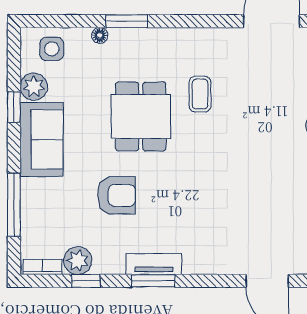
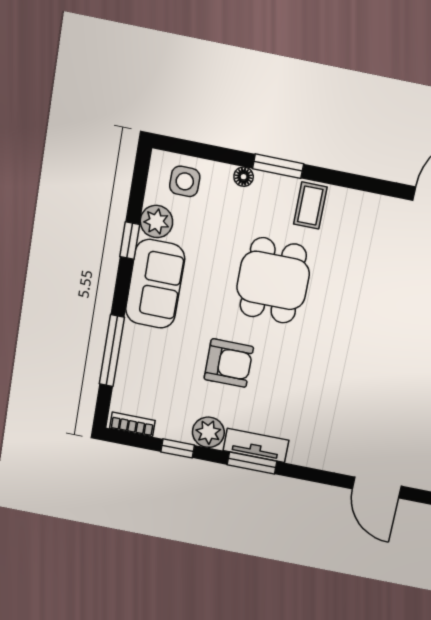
coffee table: (200, 94) -> (310, 206), moved
plant: (78, 261) -> (208, 432), moved

